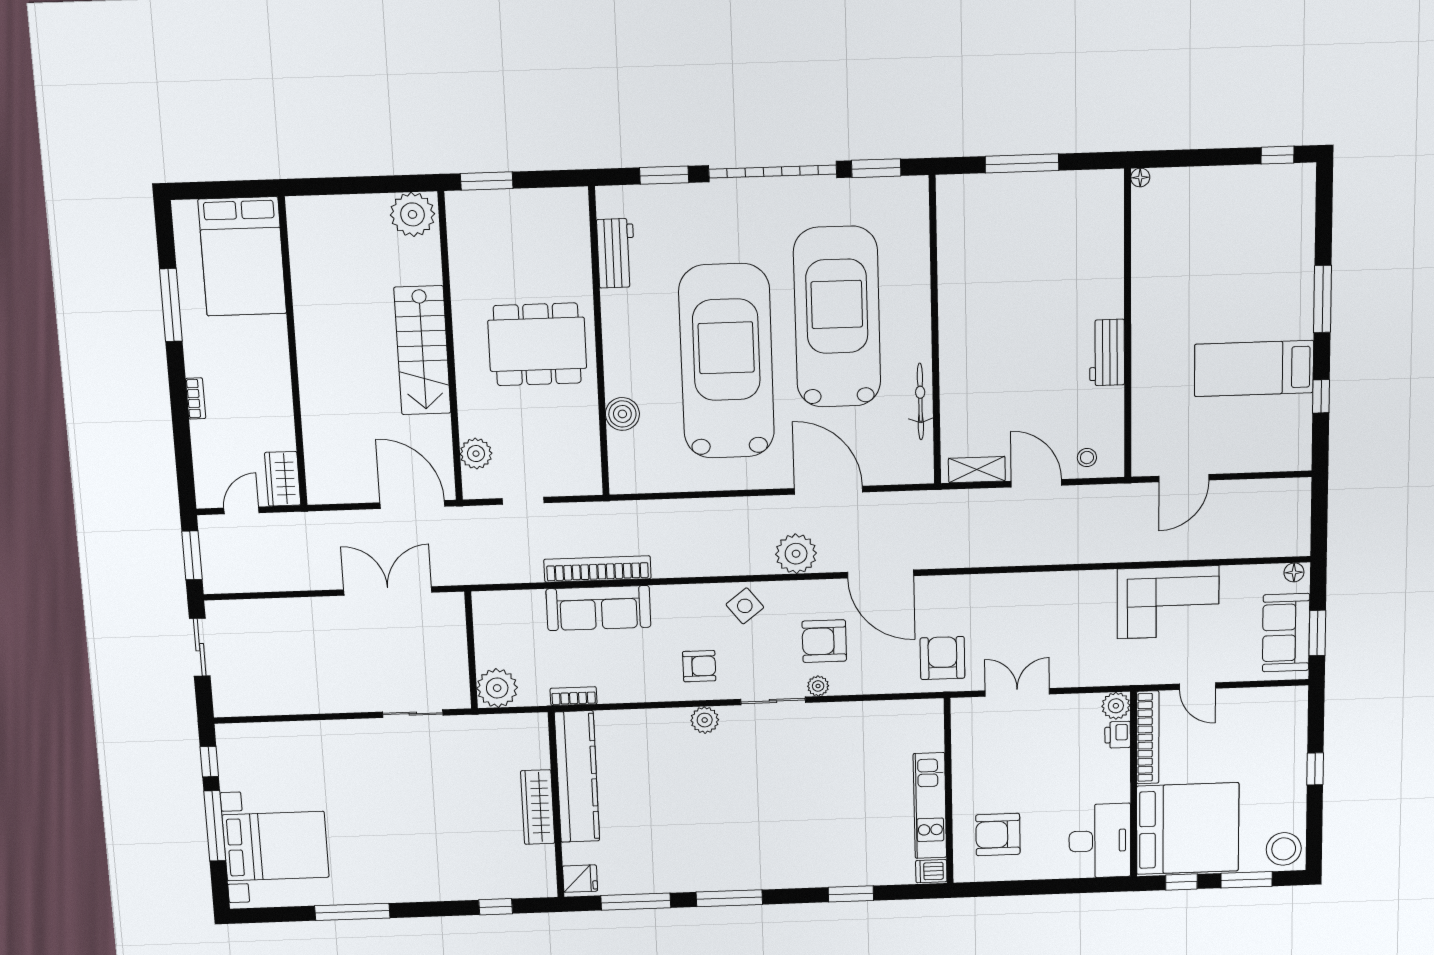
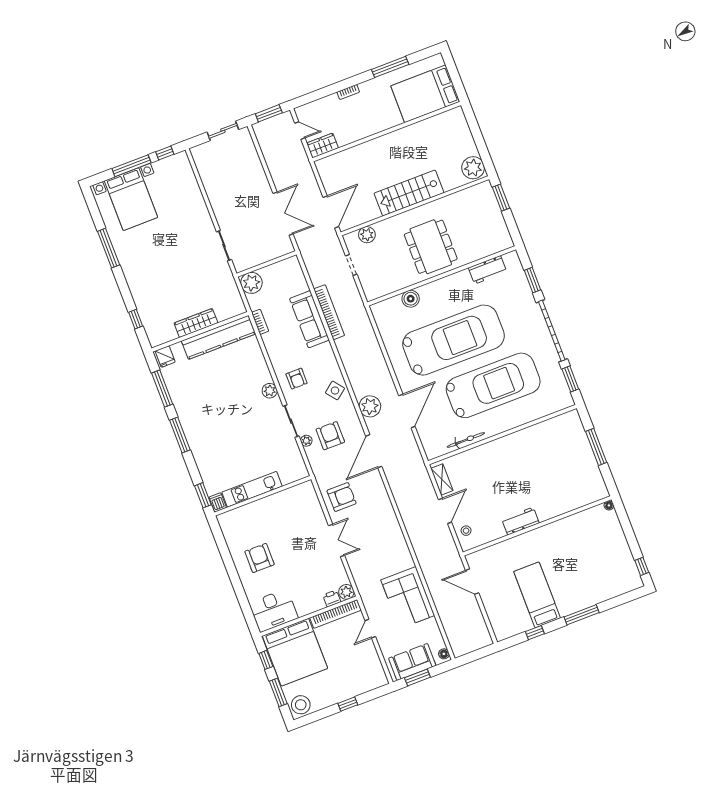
wall: (948, 791) -> (263, 496), moved
kitchen unit: (930, 806) -> (252, 489), moved
dishwasher: (931, 871) -> (218, 502), moved

